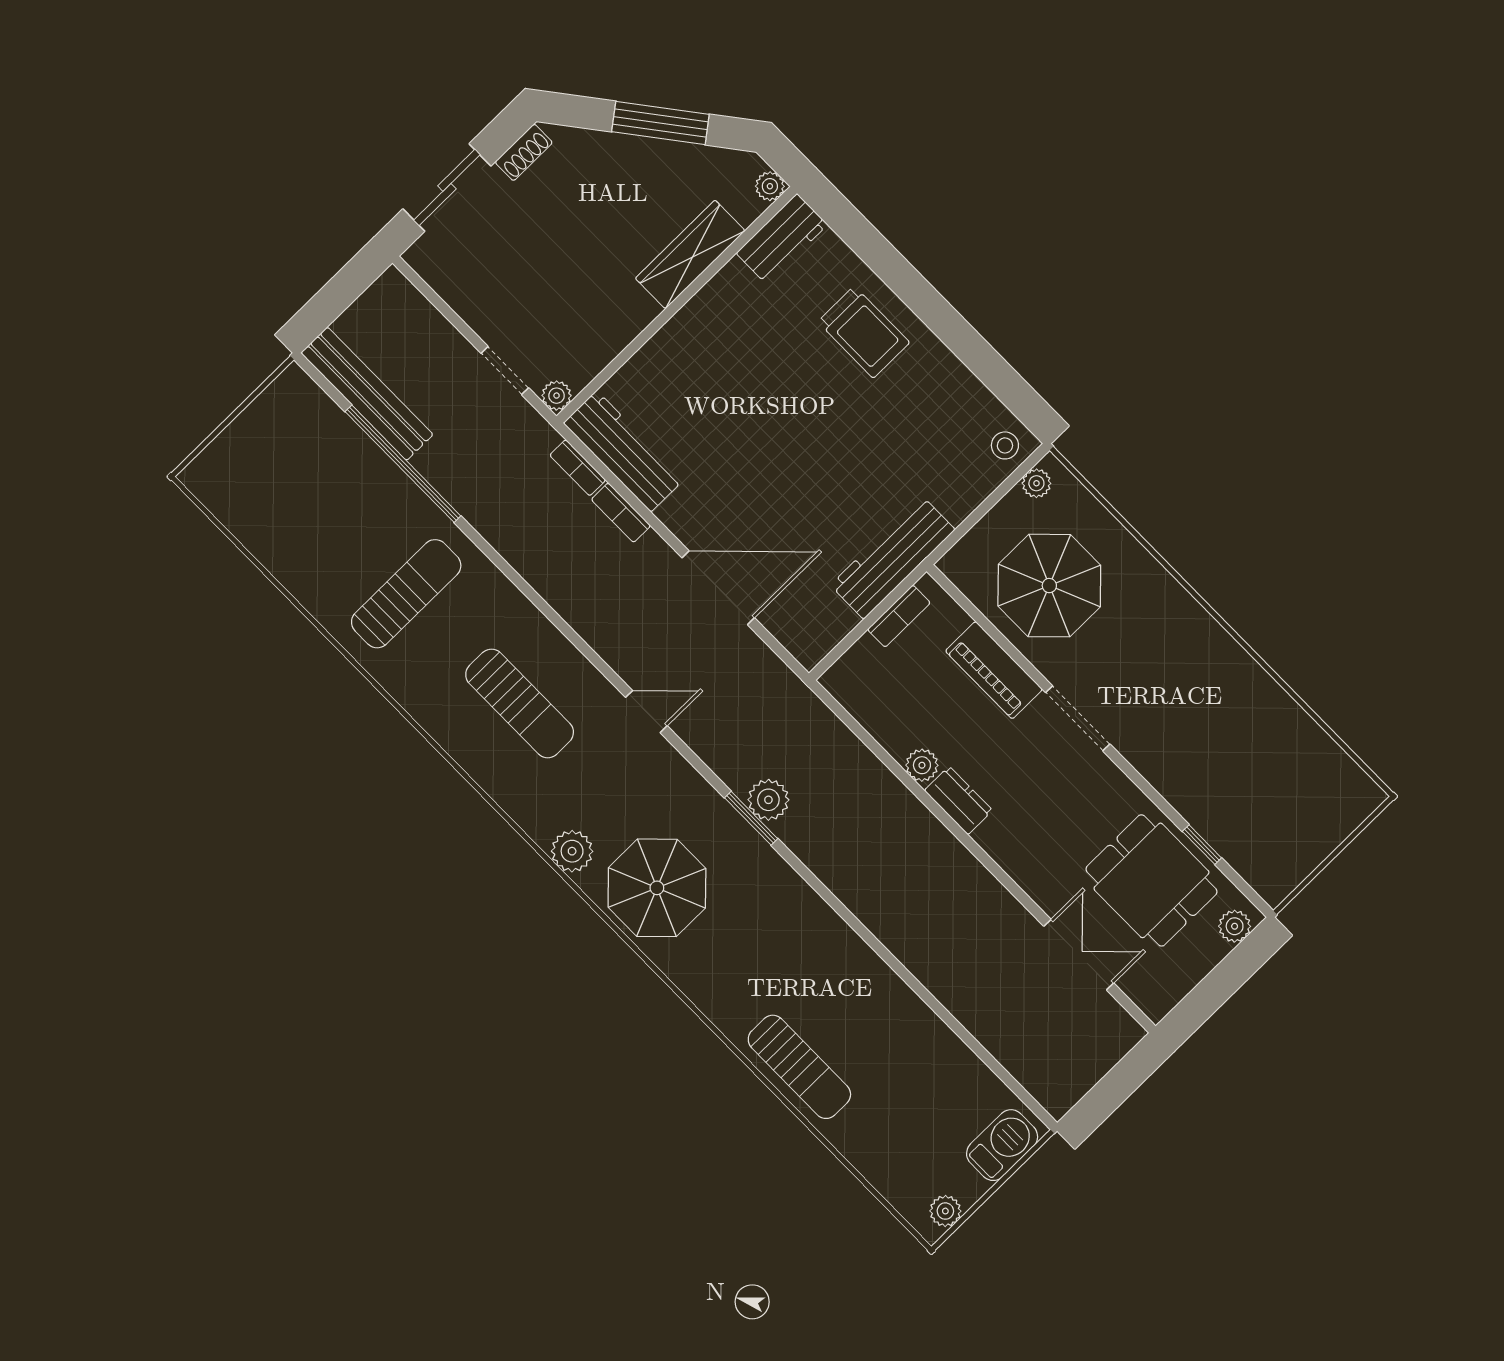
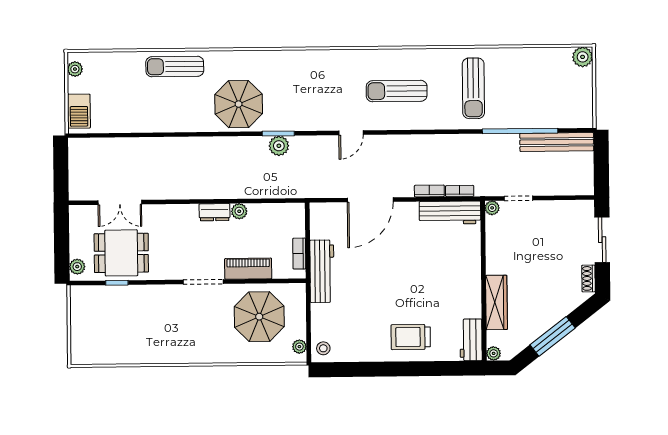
plant: (572, 851) -> (583, 57), moved
parasol: (657, 888) -> (239, 104), moved

